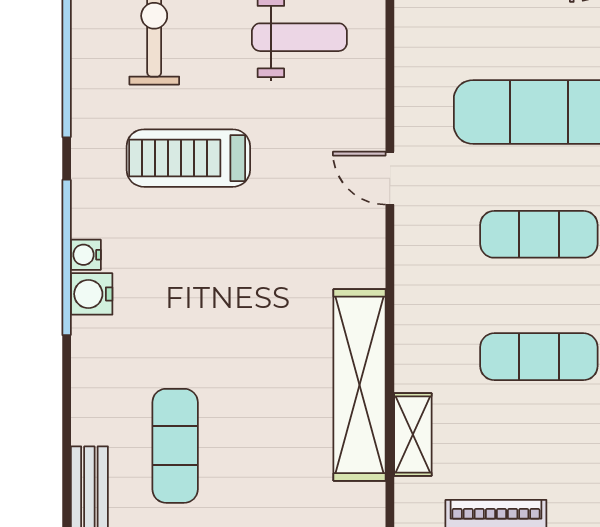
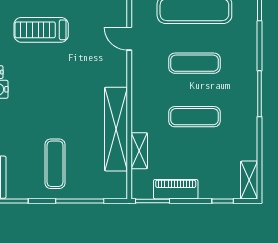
exercise mat: (175, 446) -> (55, 164), moved

